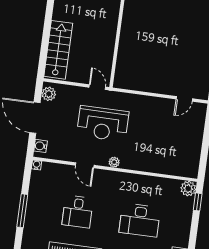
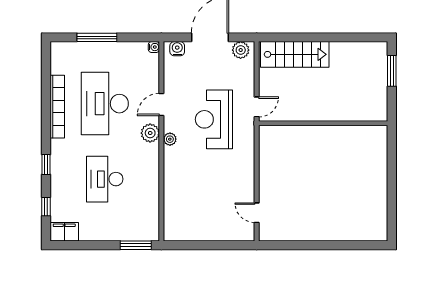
plant: (188, 189) -> (150, 133), moved
window: (198, 202) -> (136, 245), width x1.50
desk: (78, 212) -> (105, 104), width x1.87, depth x1.30

